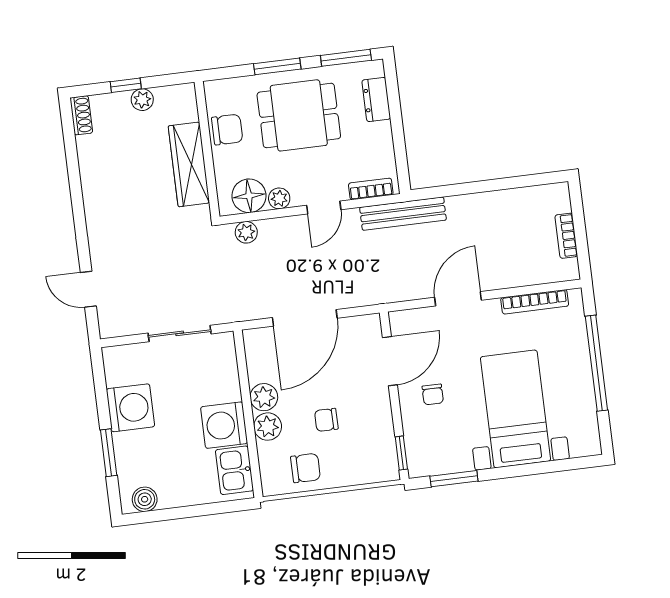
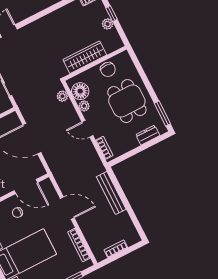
window: (277, 66) -> (147, 82), removed
bench: (403, 214) -> (111, 193), moved

